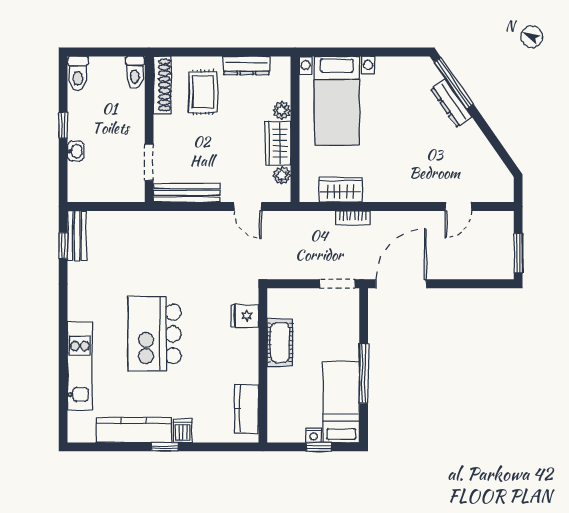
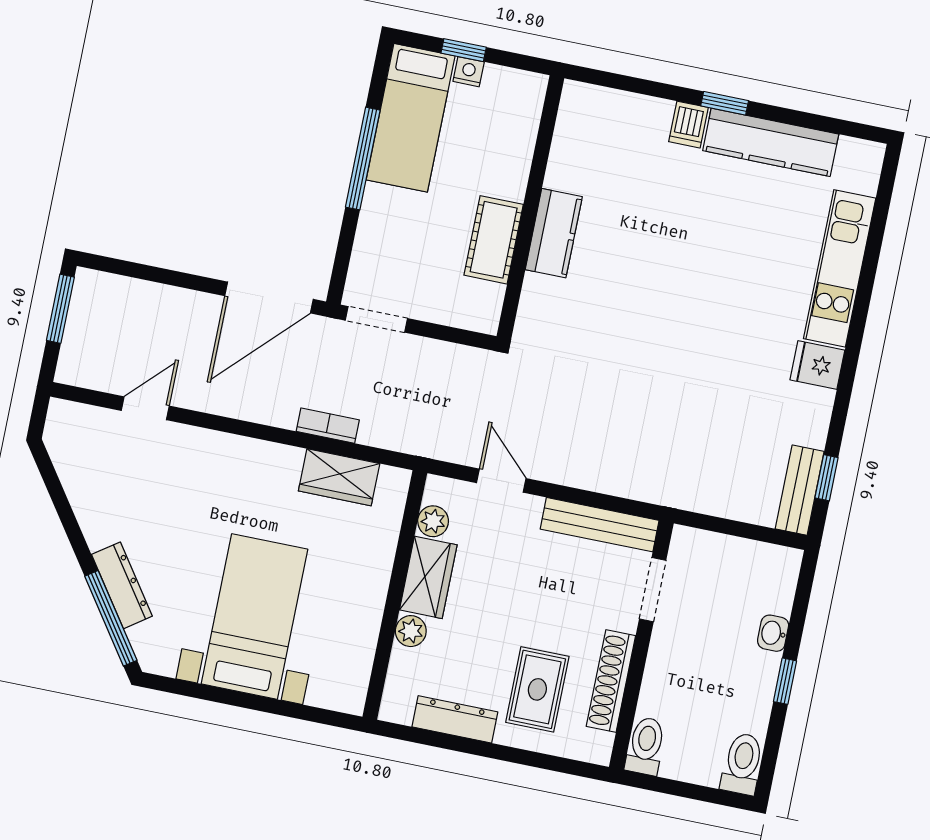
shoe rack: (162, 85) -> (611, 681), moved
bed with nightstands: (337, 101) -> (255, 617), moved
fridge: (245, 316) -> (817, 365), moved, turned 180
kitchen island: (154, 334) -> (703, 297), removed
kitchen counter: (246, 409) -> (554, 233), moved

